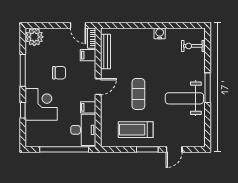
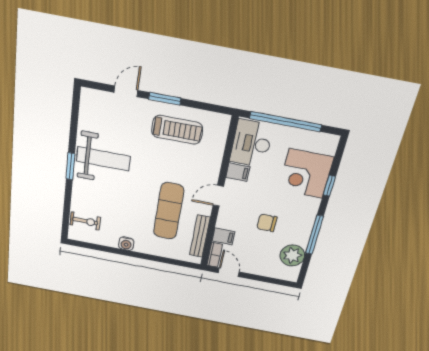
plant: (34, 37) -> (292, 255), moved
window: (208, 88) -> (70, 166), width x0.69
exercise mat: (138, 94) -> (169, 211), moved, width x1.36, depth x1.45
corner desk: (41, 104) -> (306, 174), moved

